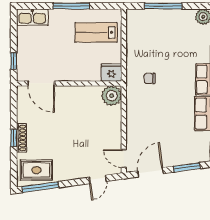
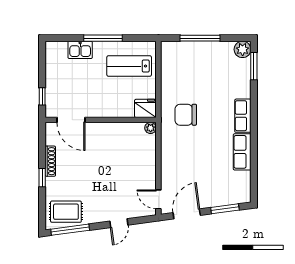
kitchen sink: (32, 17) -> (80, 50), moved, width x0.73
chair: (150, 78) -> (186, 115), width x1.87, depth x1.87
plant: (112, 96) -> (151, 128), width x0.53, depth x0.53
shoe rack: (22, 138) -> (50, 161), moved
door: (98, 179) -> (119, 223), moved

